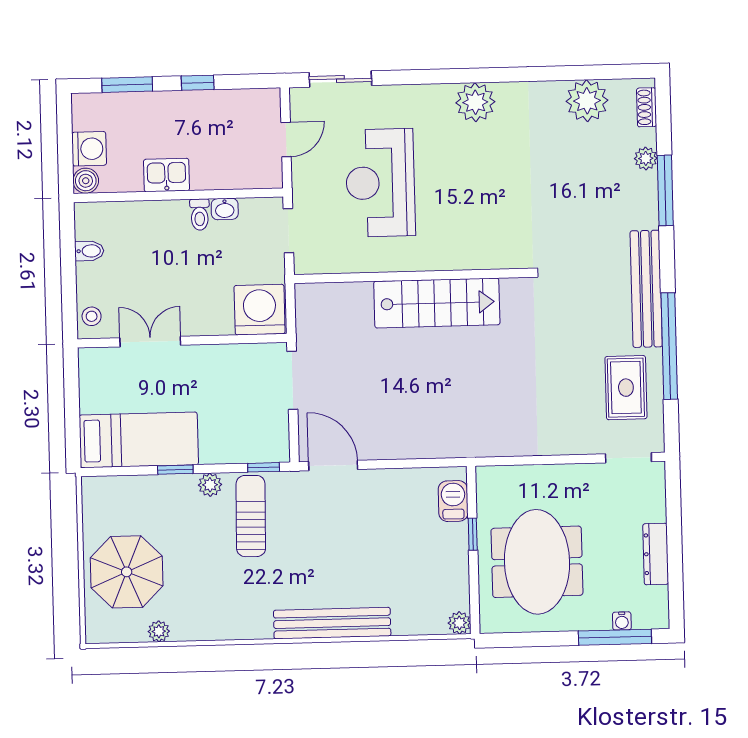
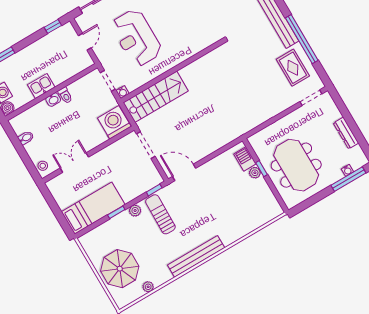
window: (198, 83) -> (53, 26), moved
washbasin: (225, 209) -> (53, 100), moved
water cooler: (303, 265) -> (123, 92), added
stairs: (437, 303) -> (156, 97), moved
bench: (332, 623) -> (196, 256), moved
plant: (459, 623) -> (255, 173), moved

